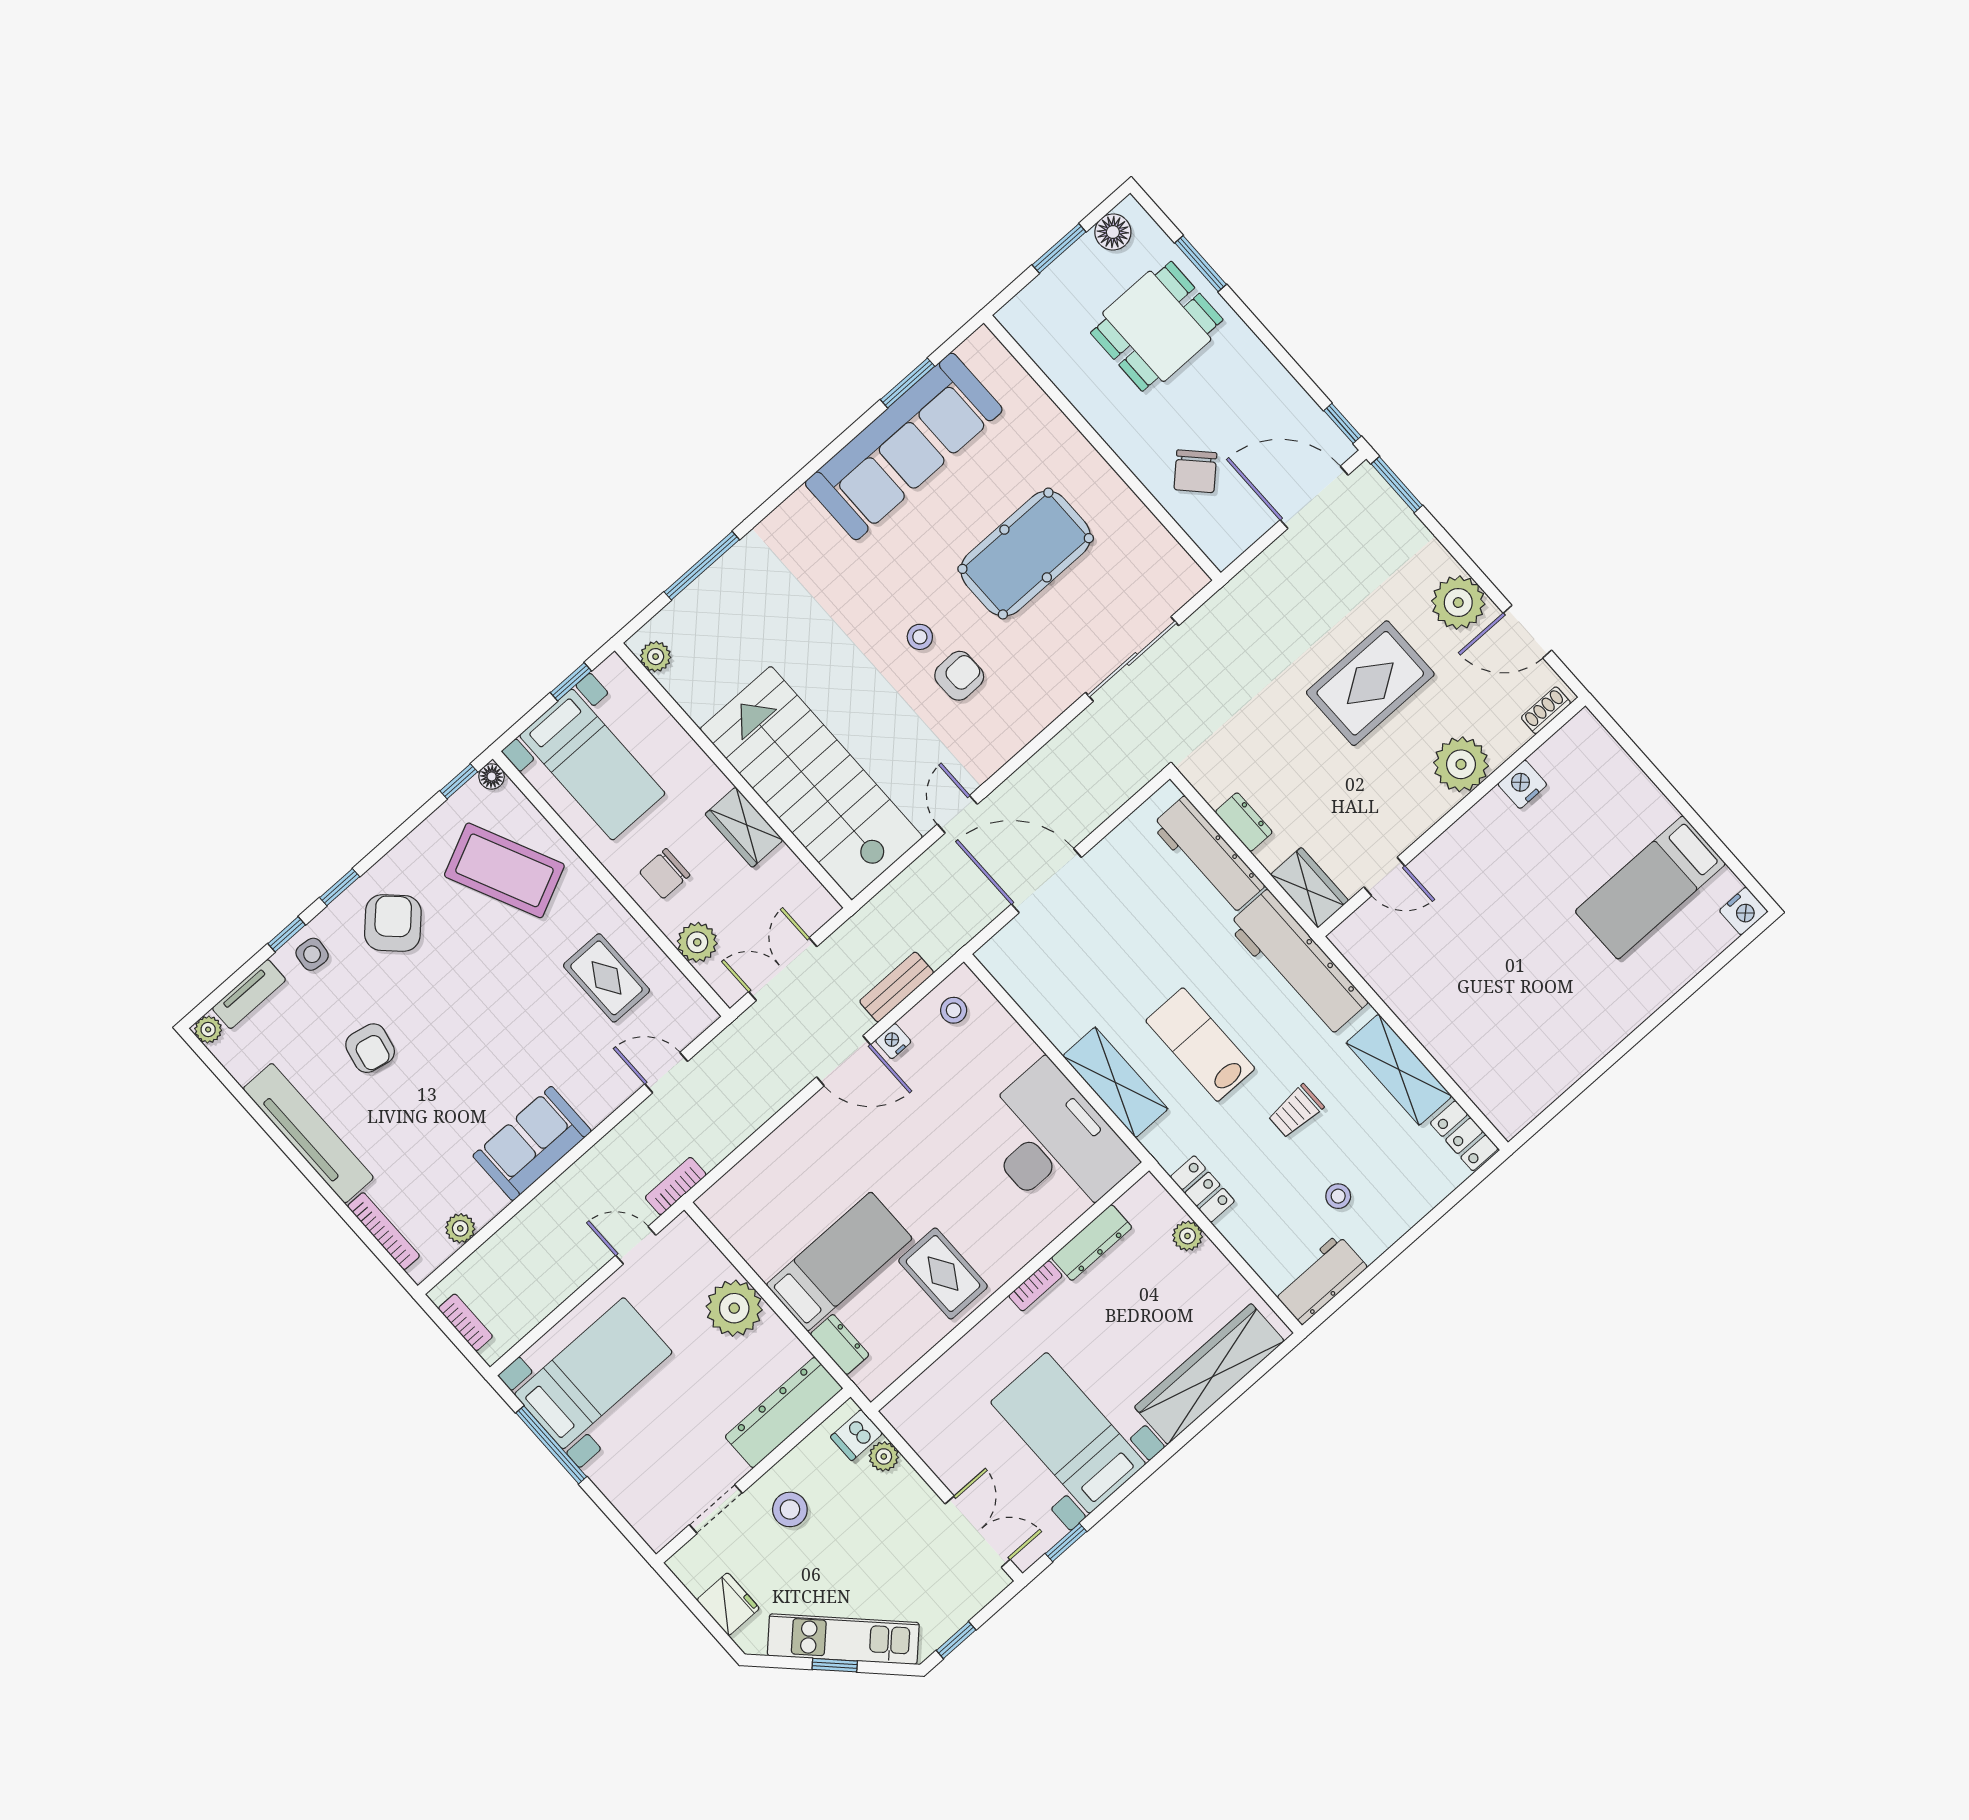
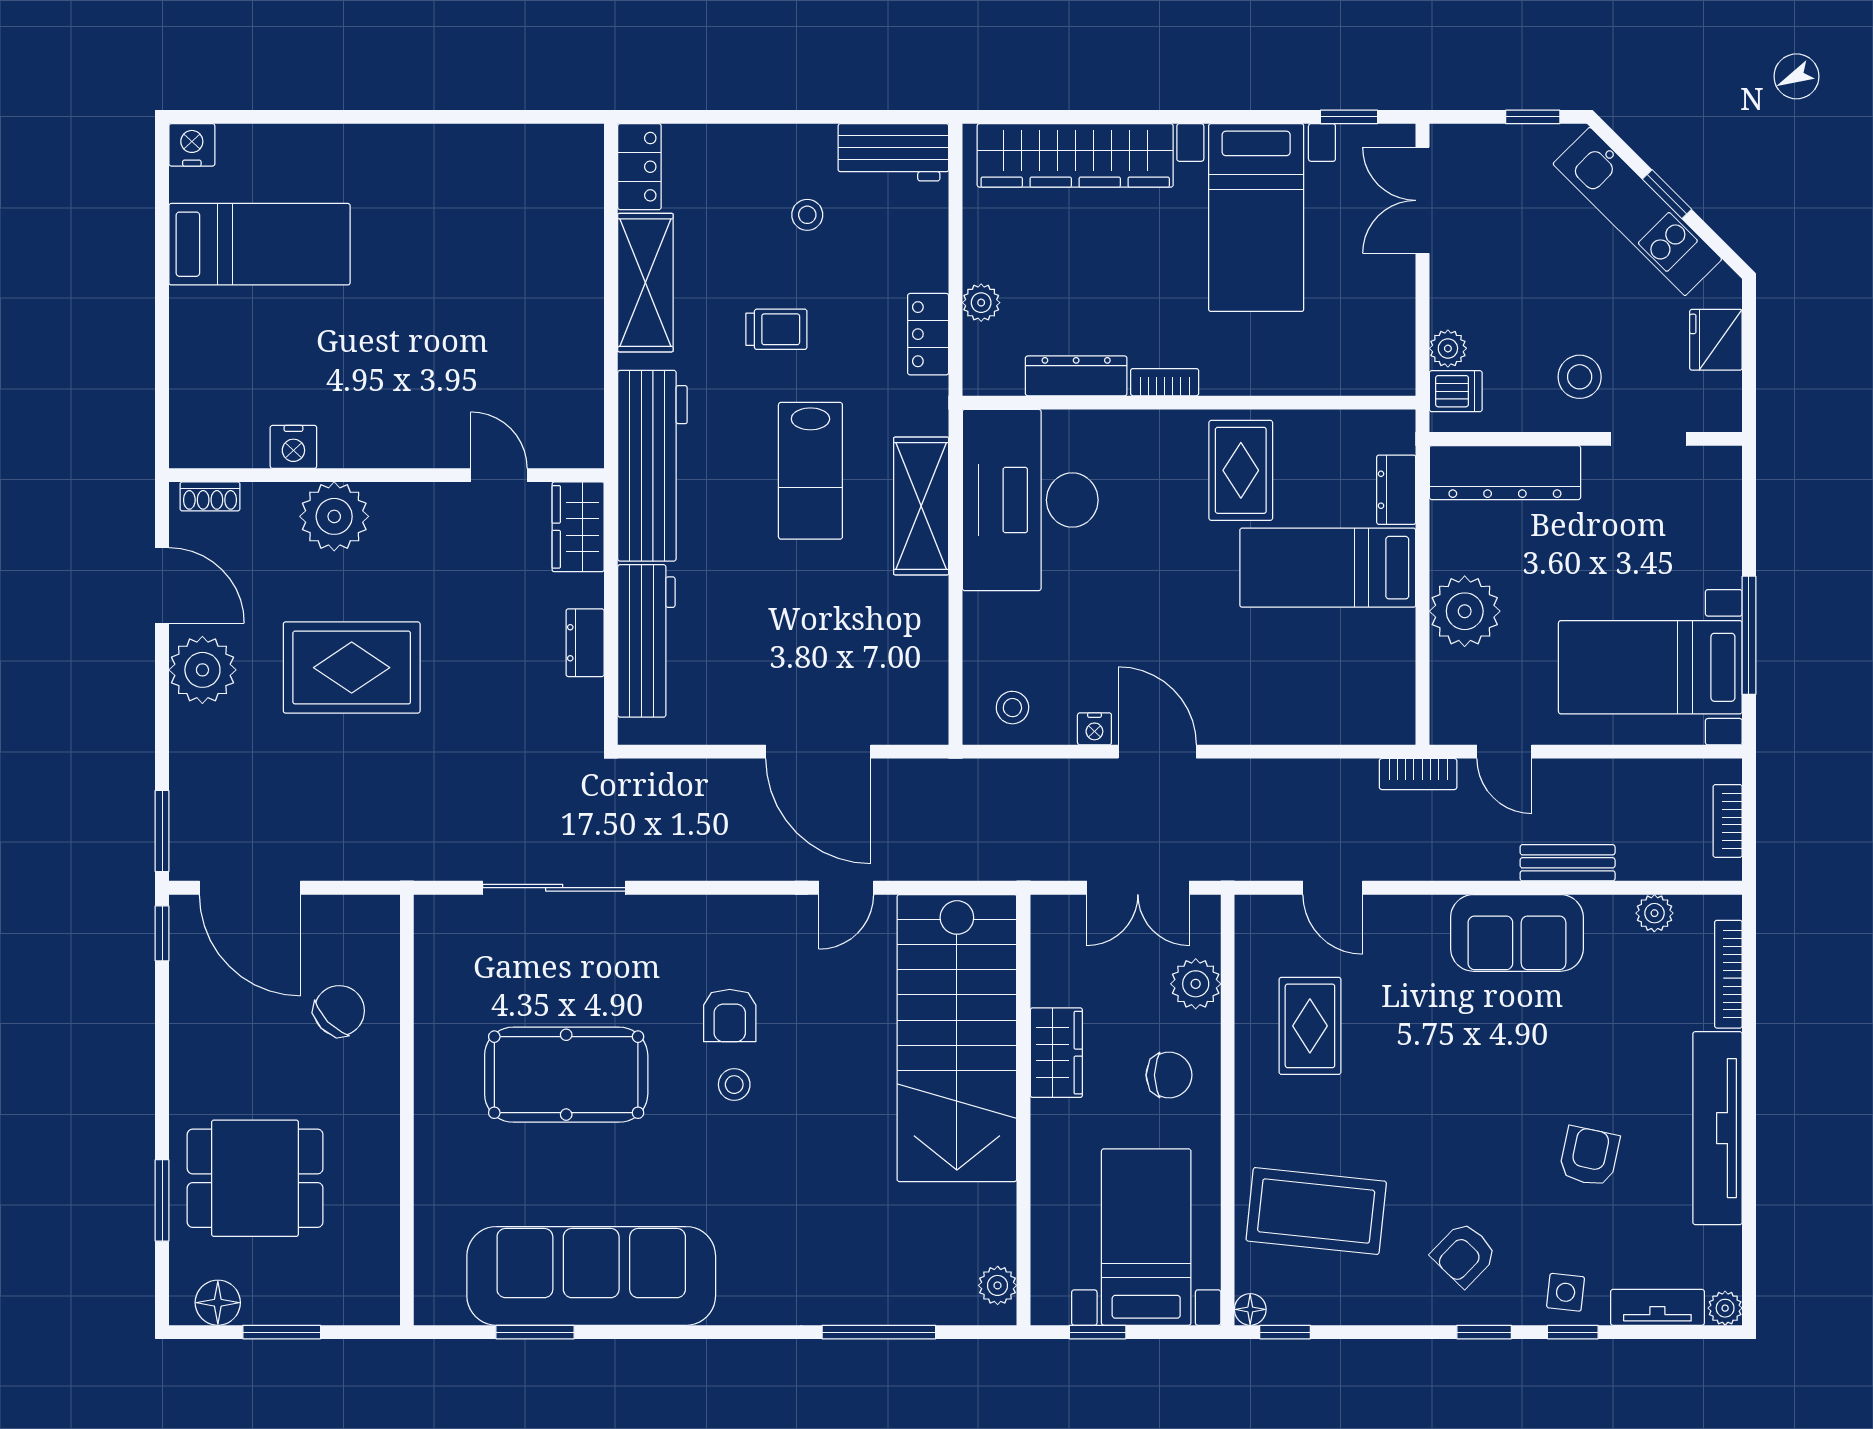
armchair: (959, 676) -> (730, 1016), turned -89
coffee table: (504, 870) -> (1316, 1211), turned -59
armchair: (393, 923) -> (1464, 1254), width x0.72, depth x0.72
bench: (897, 987) -> (1568, 863), moved

